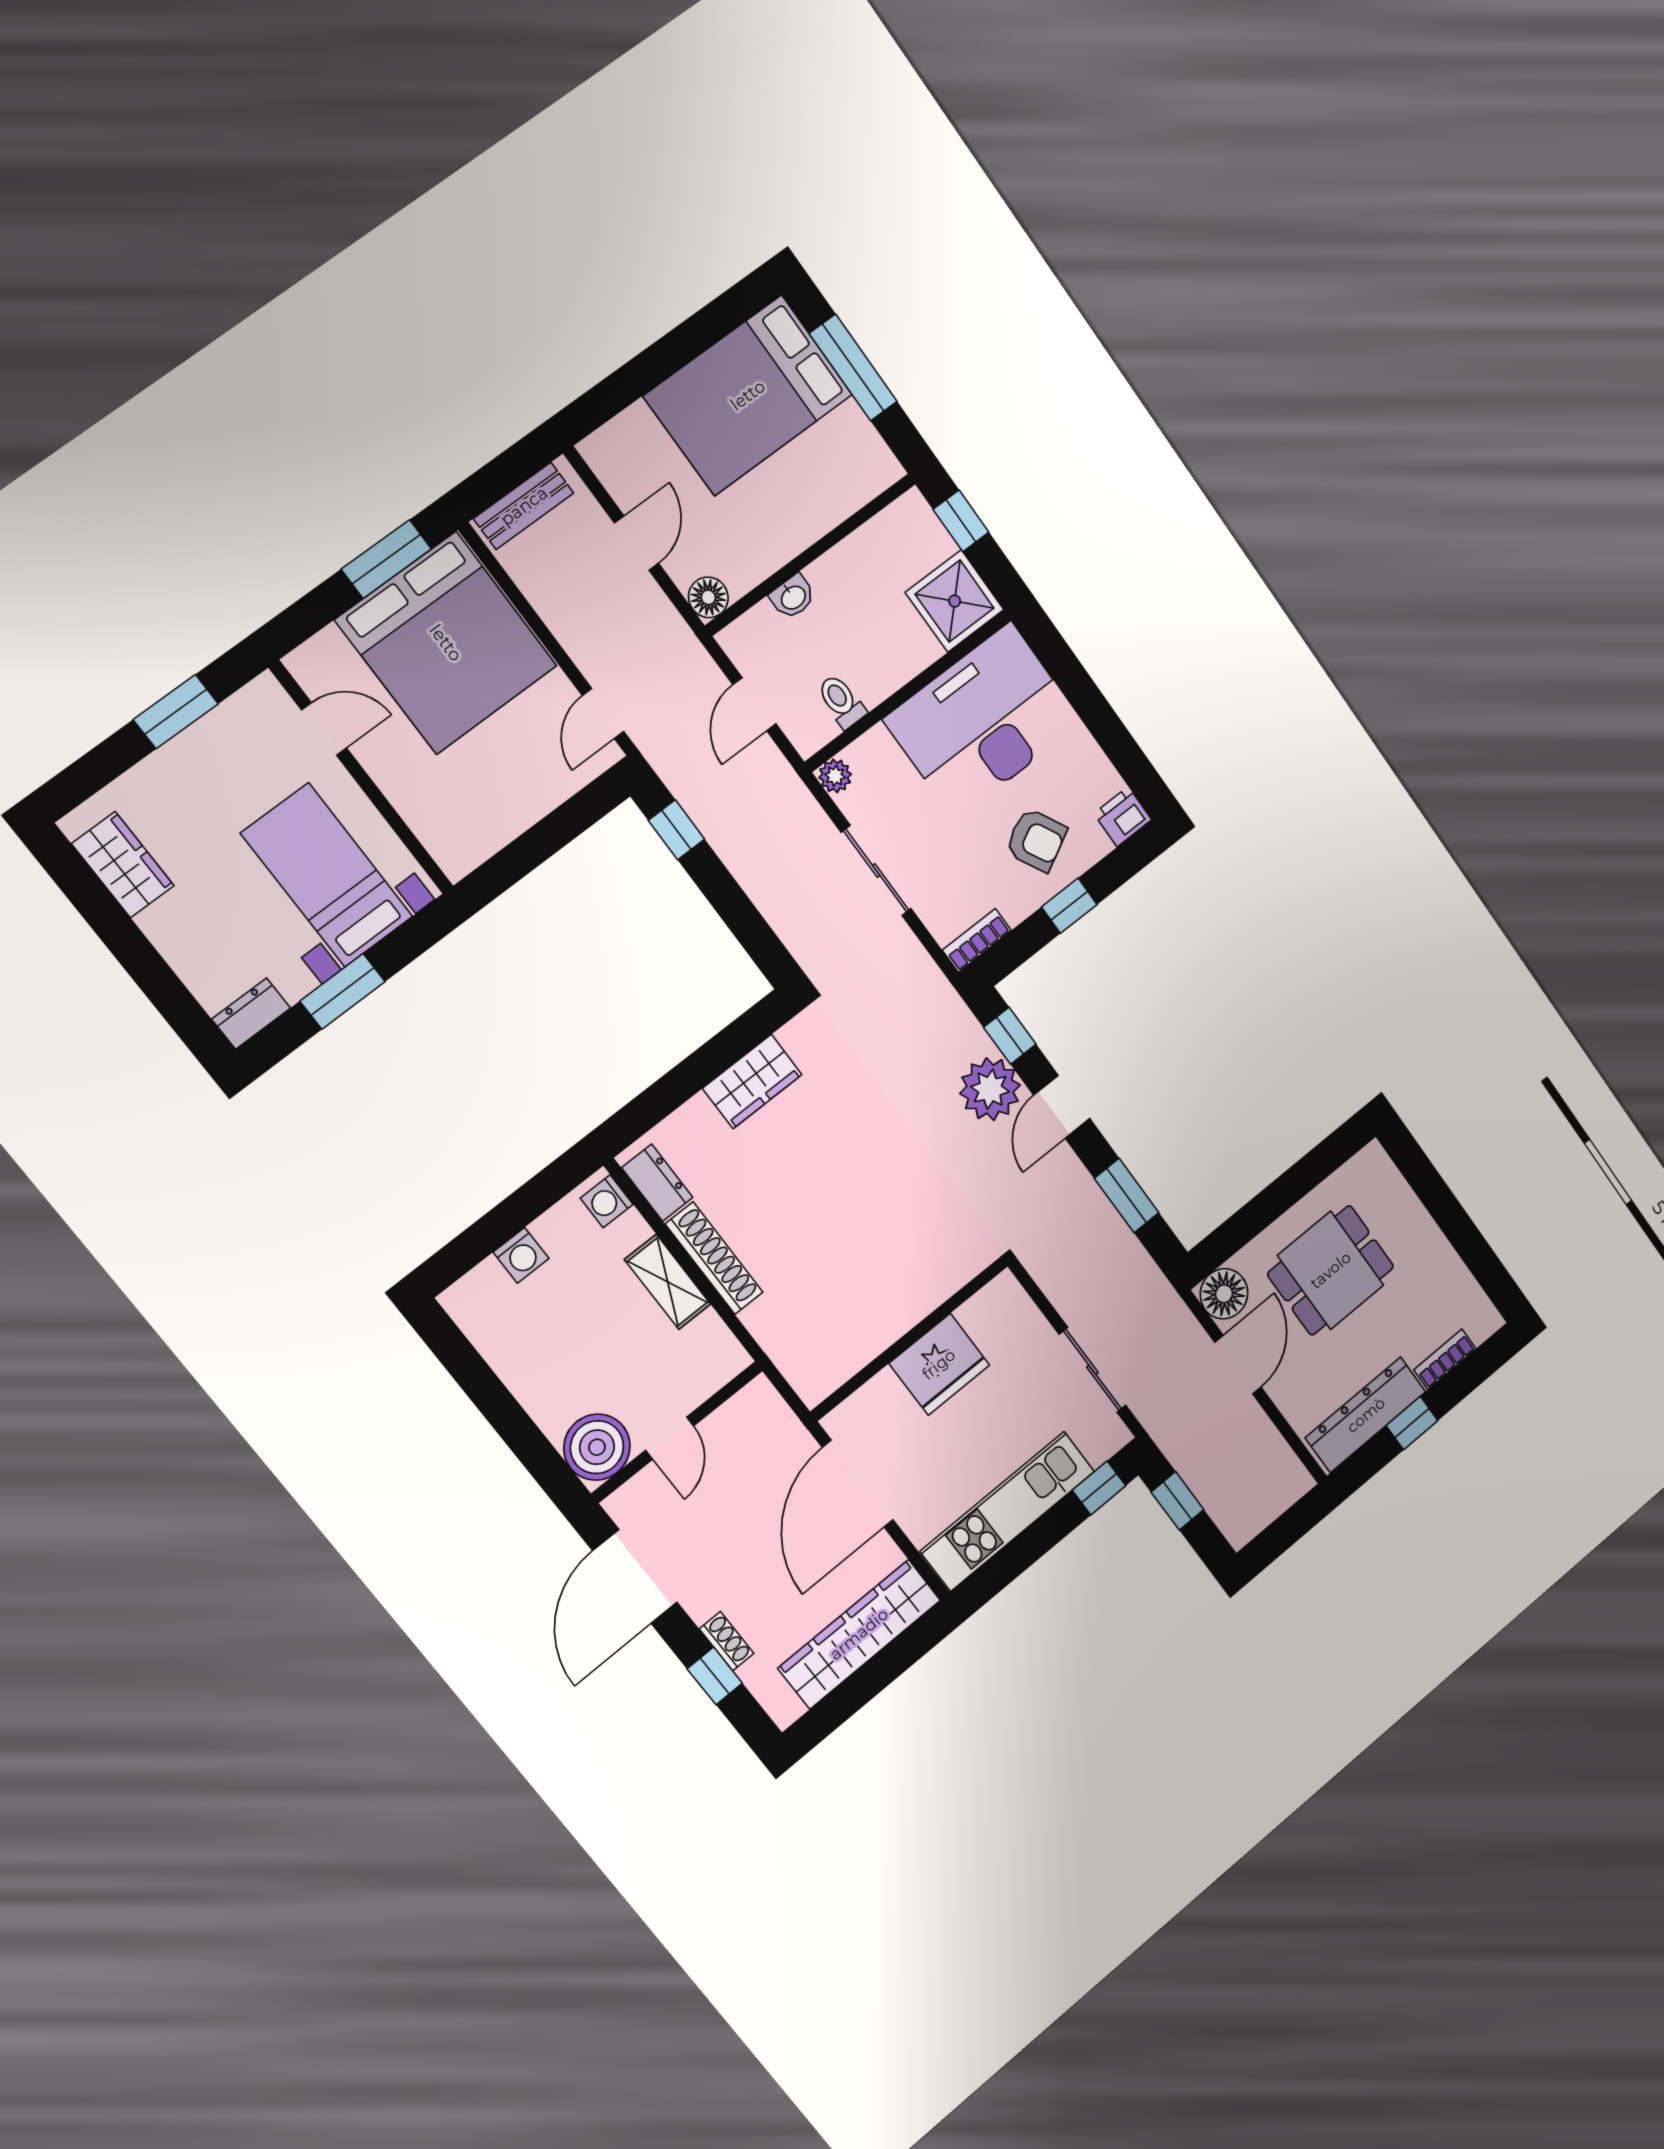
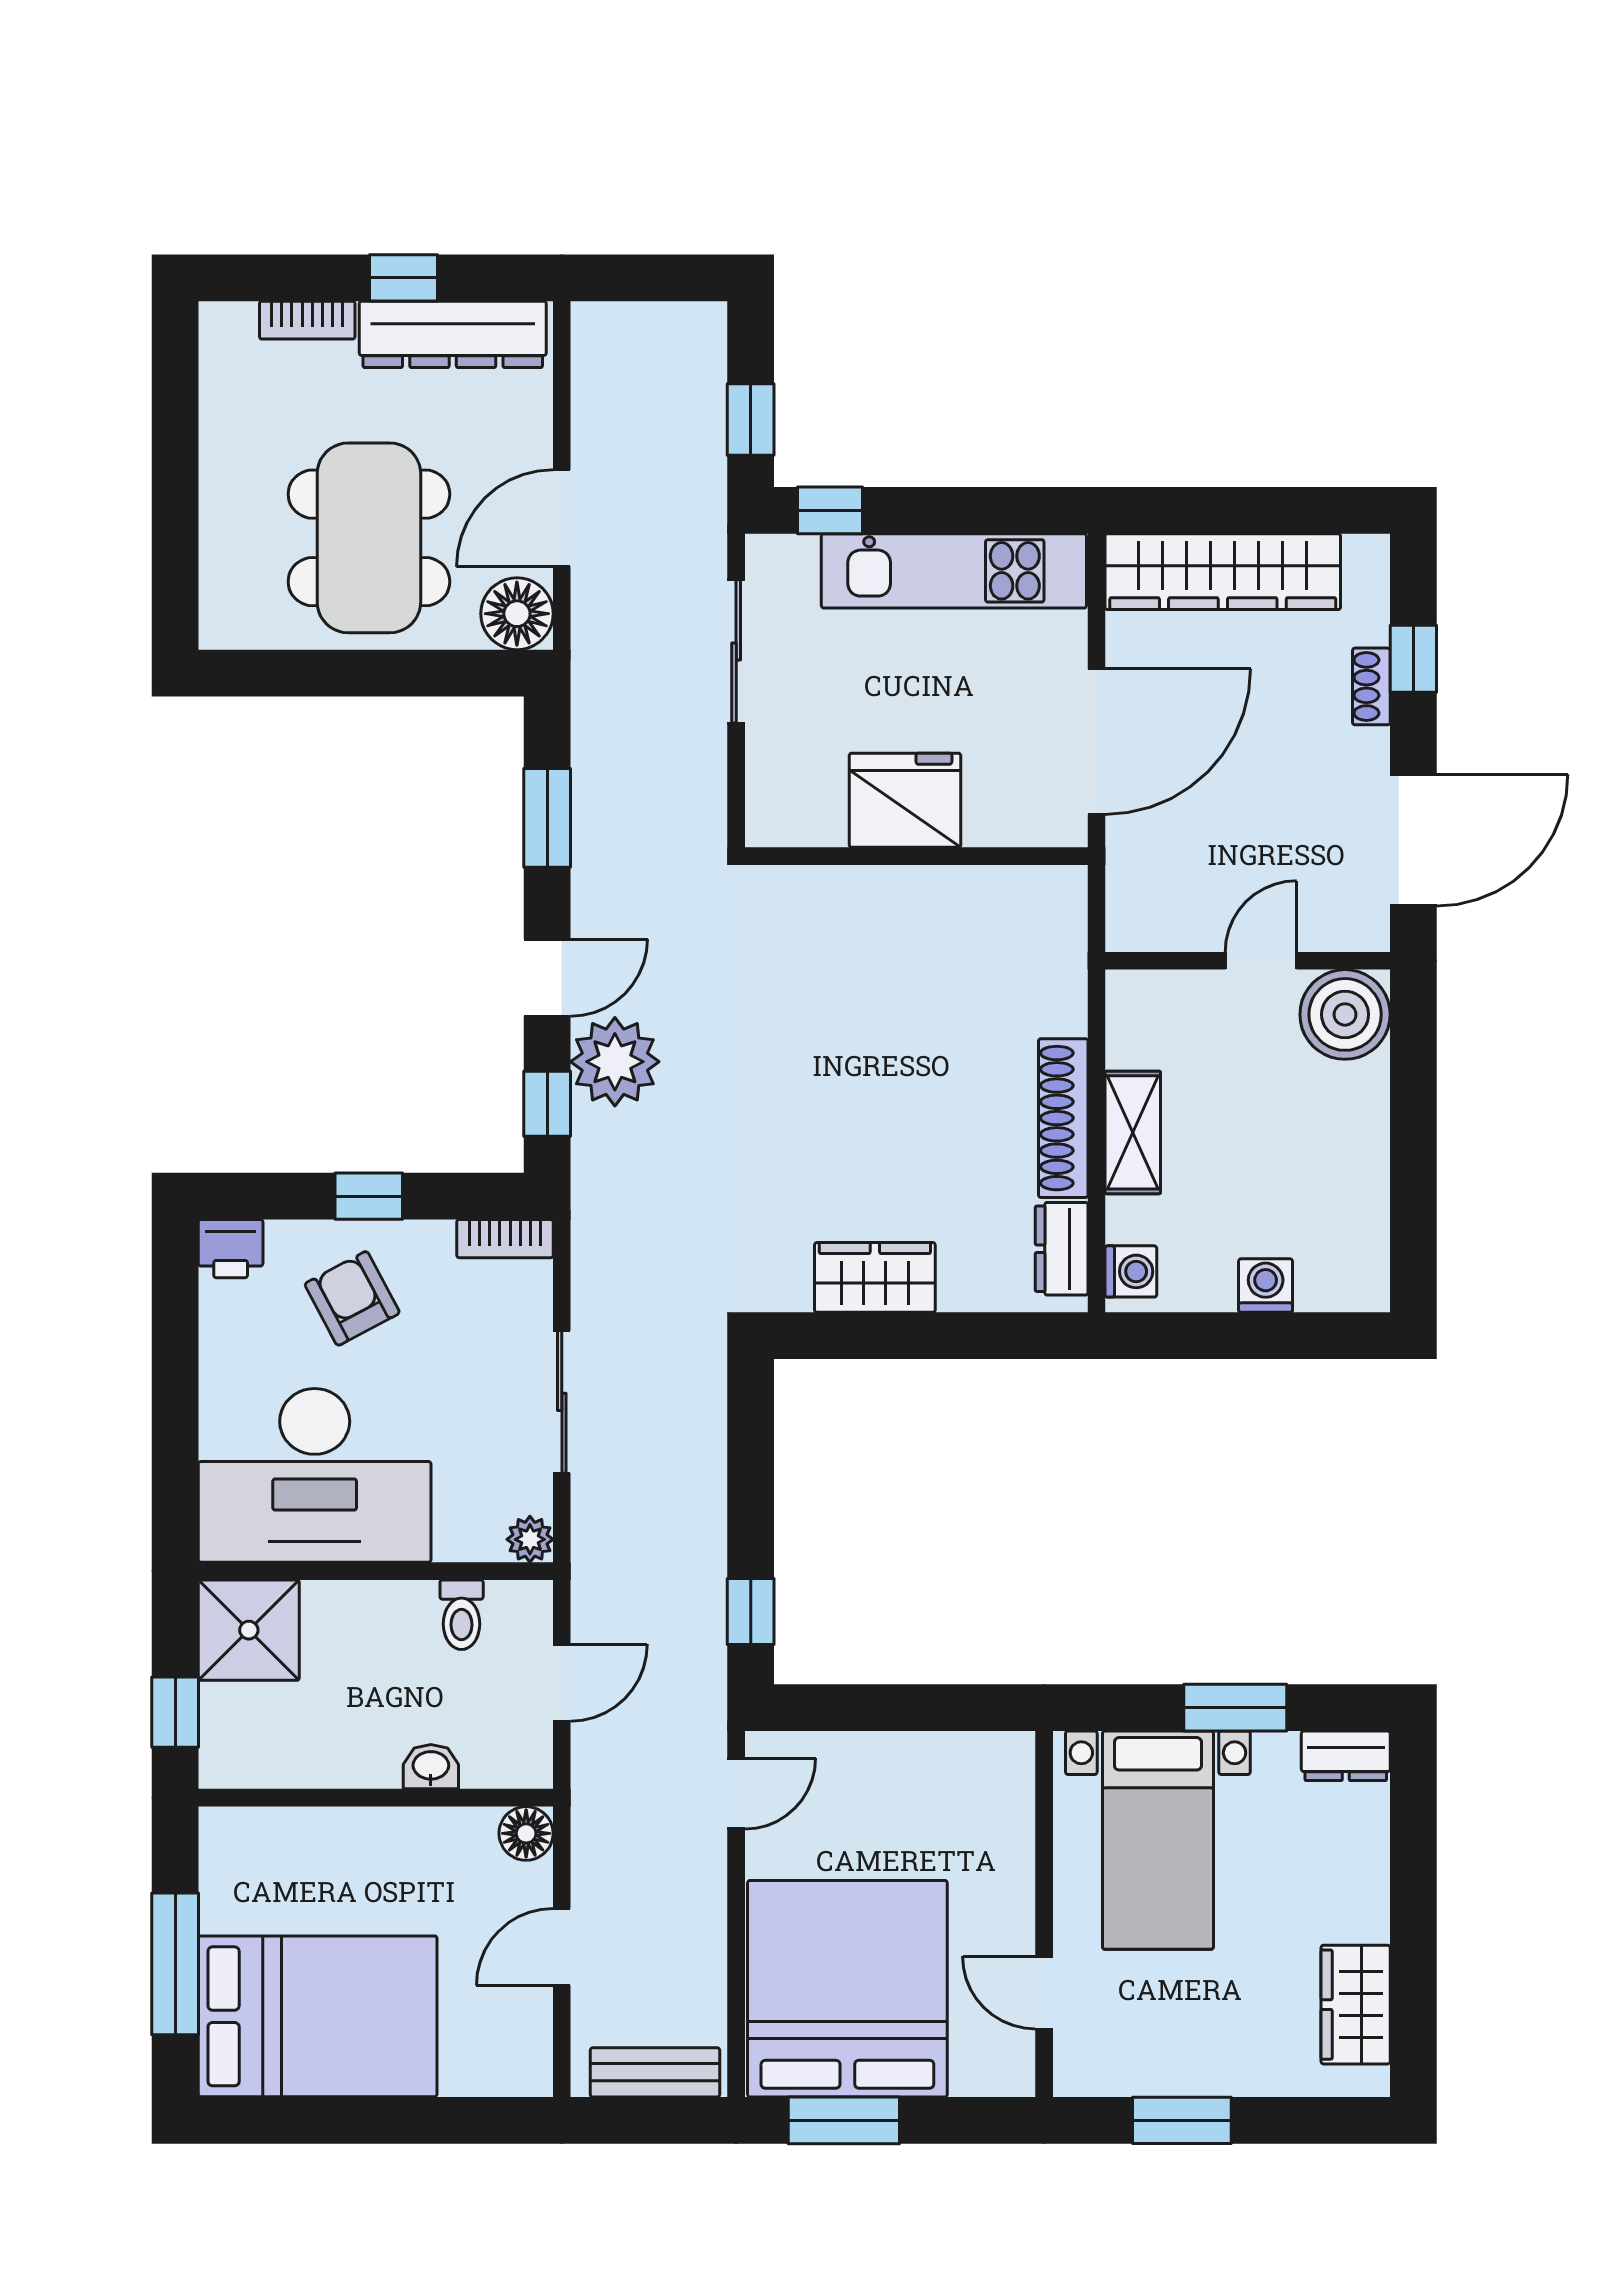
dining table: (1331, 1270) -> (369, 538), width x1.38

